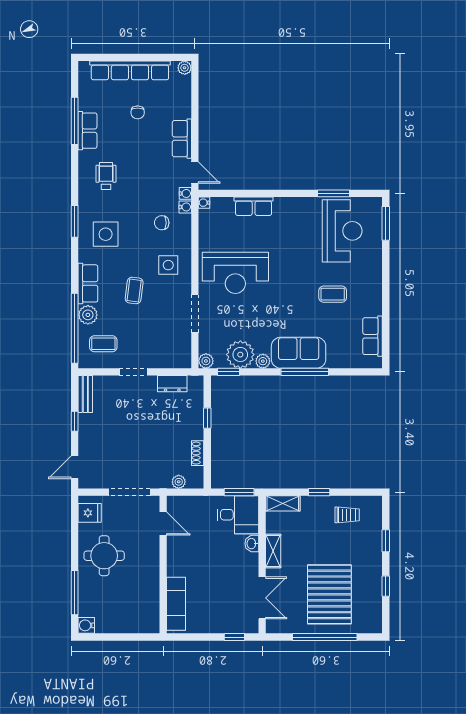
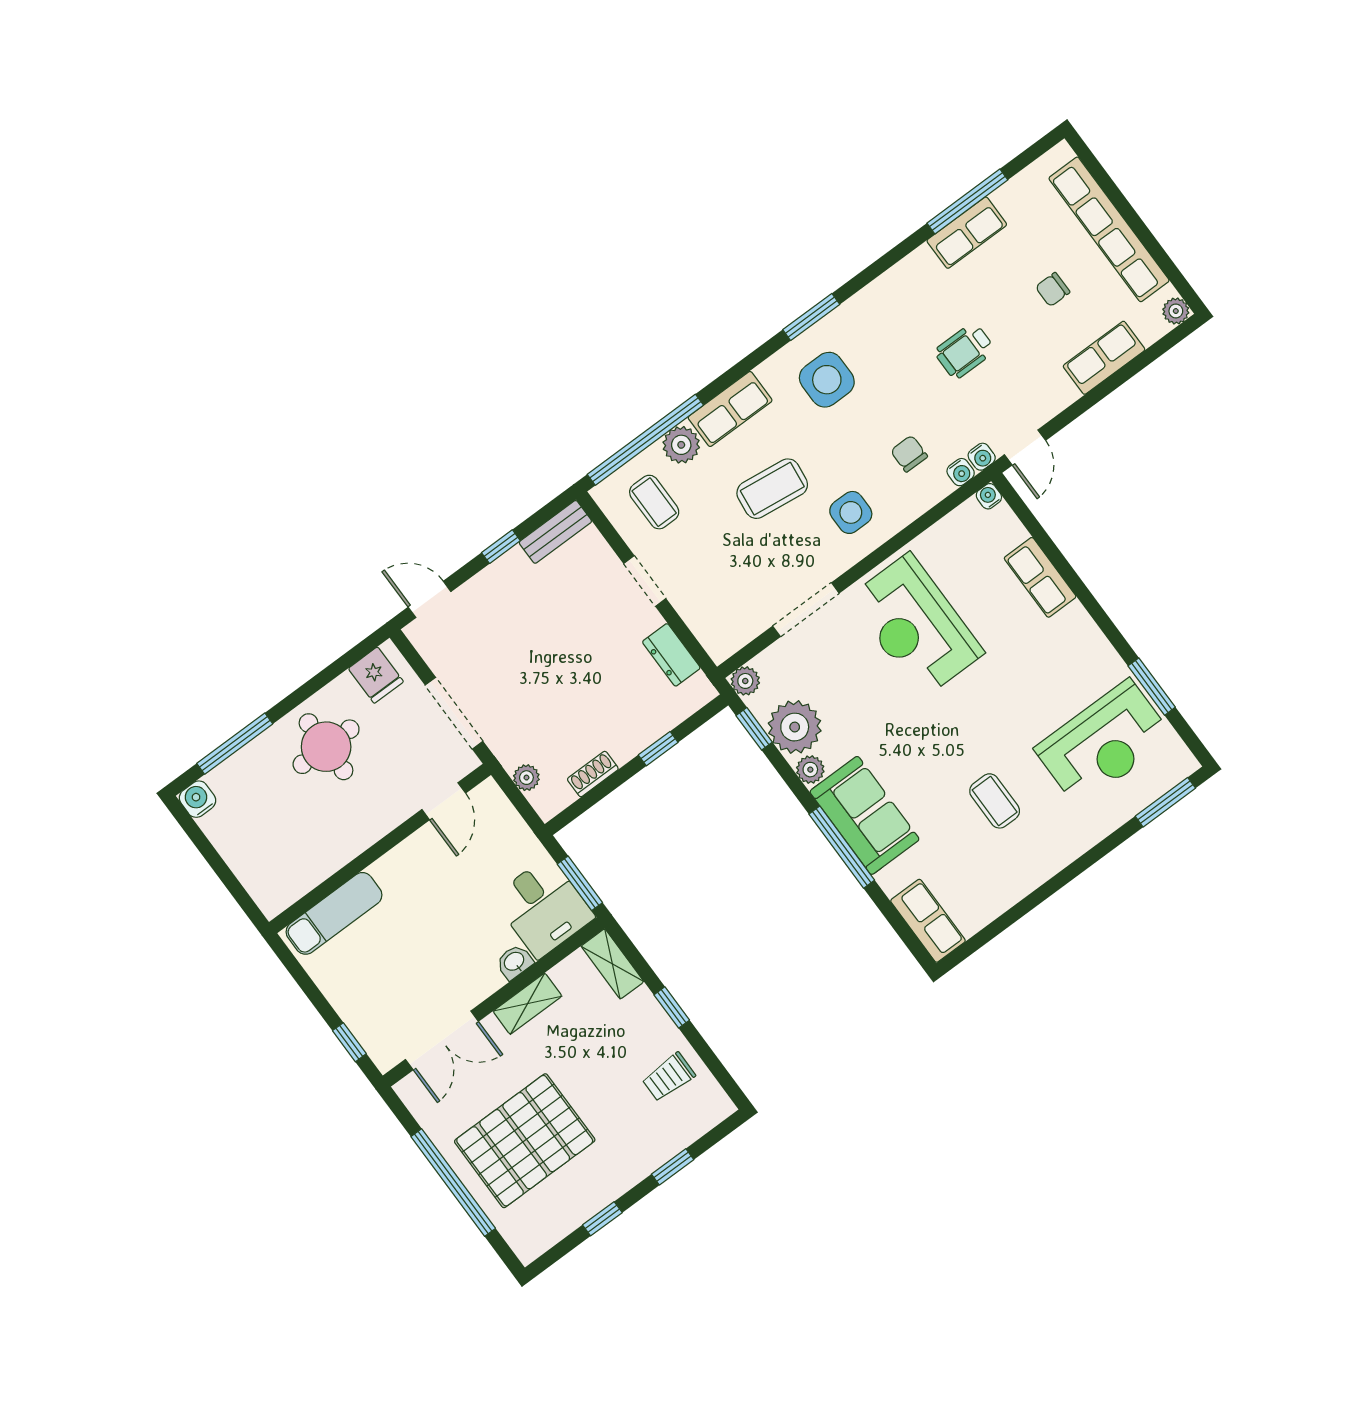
row of seats: (182, 139) -> (1104, 358), moved
wheelchair: (106, 176) -> (965, 351), moved, turned 180
coffee table: (134, 290) -> (772, 489), width x1.36, depth x1.30
row of seats: (373, 336) -> (928, 921), moved, turned 90
trolley: (347, 515) -> (669, 1077), turned 90

